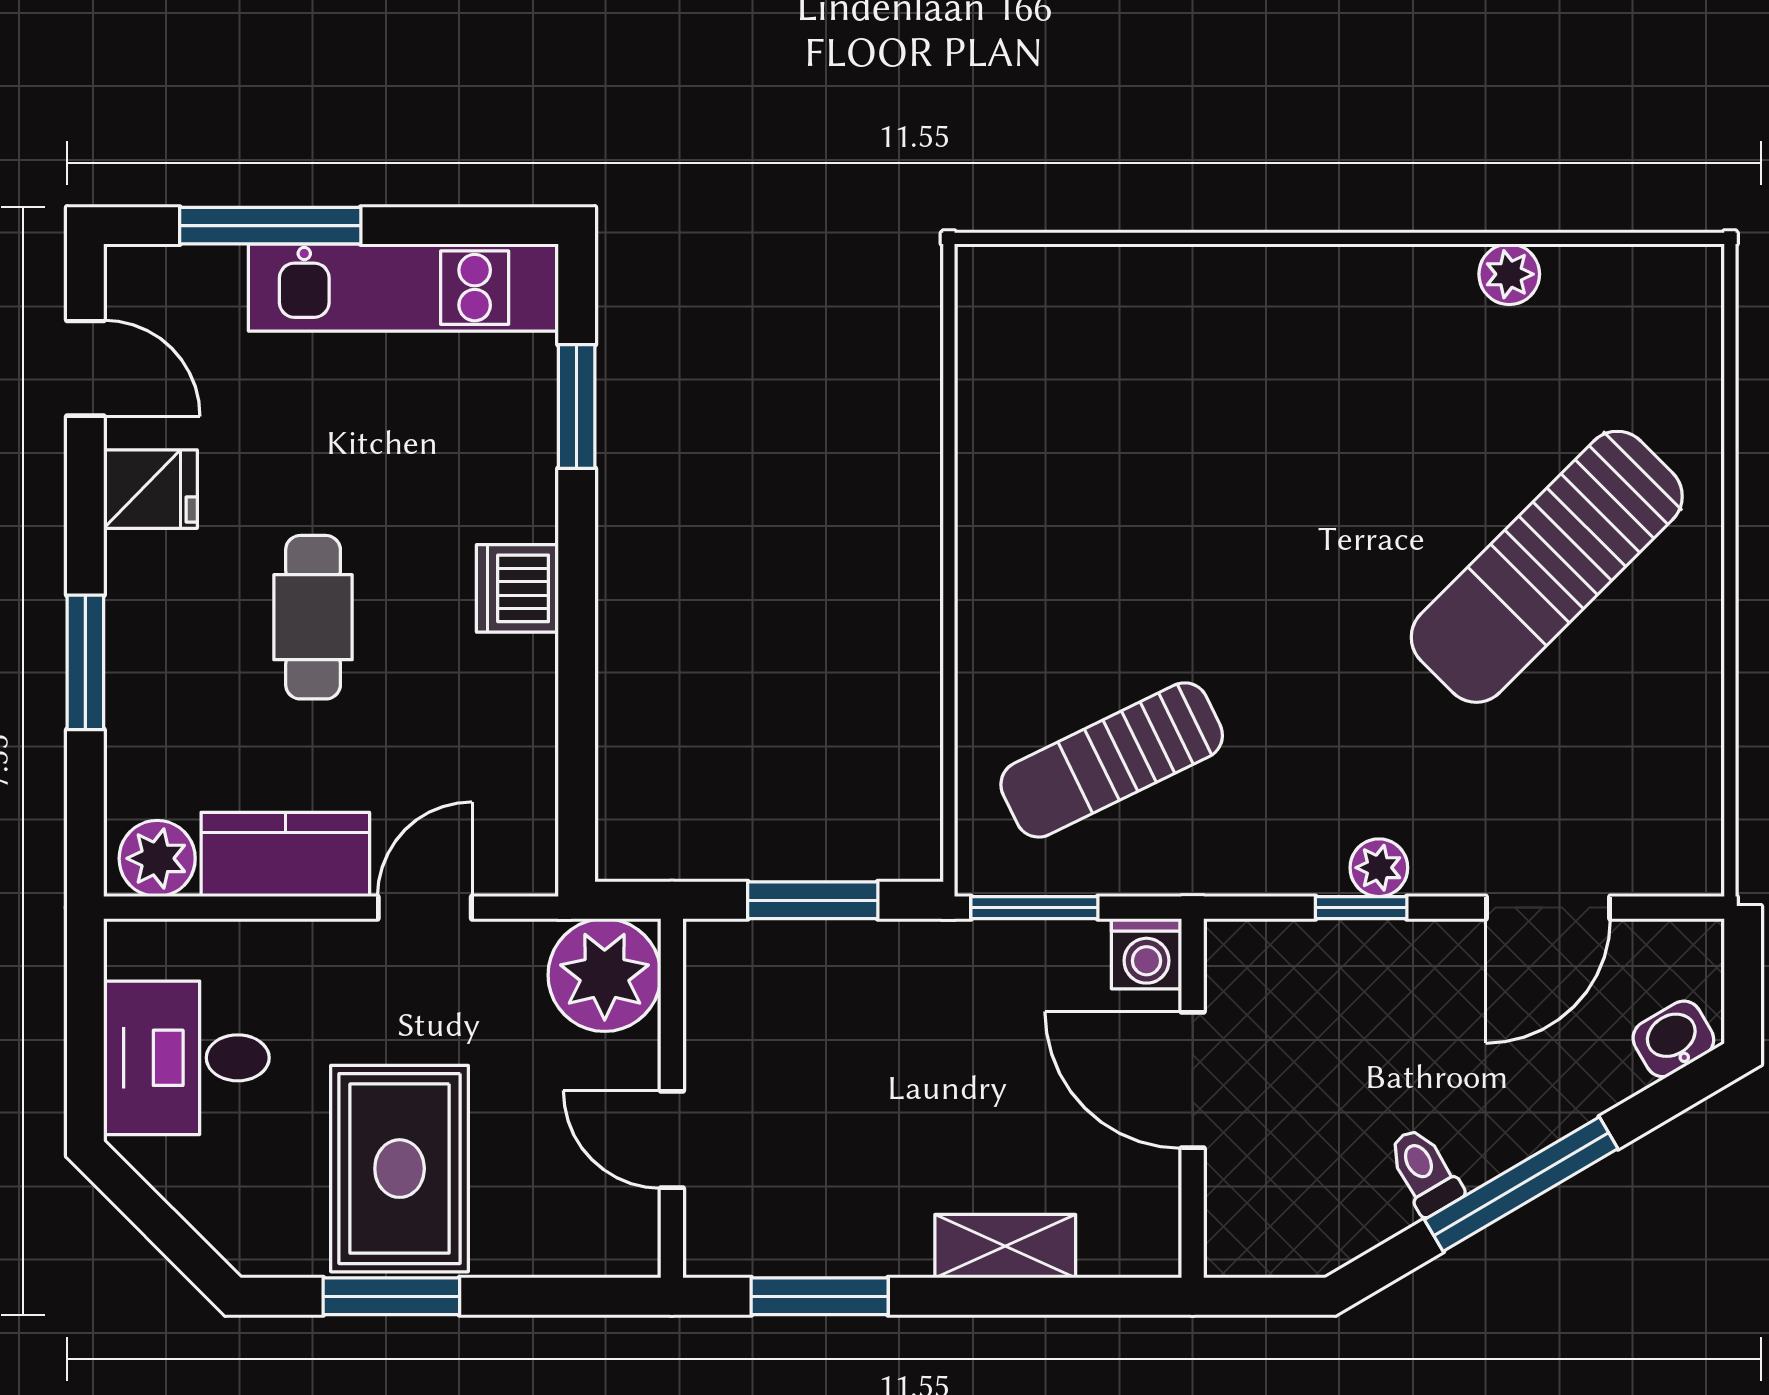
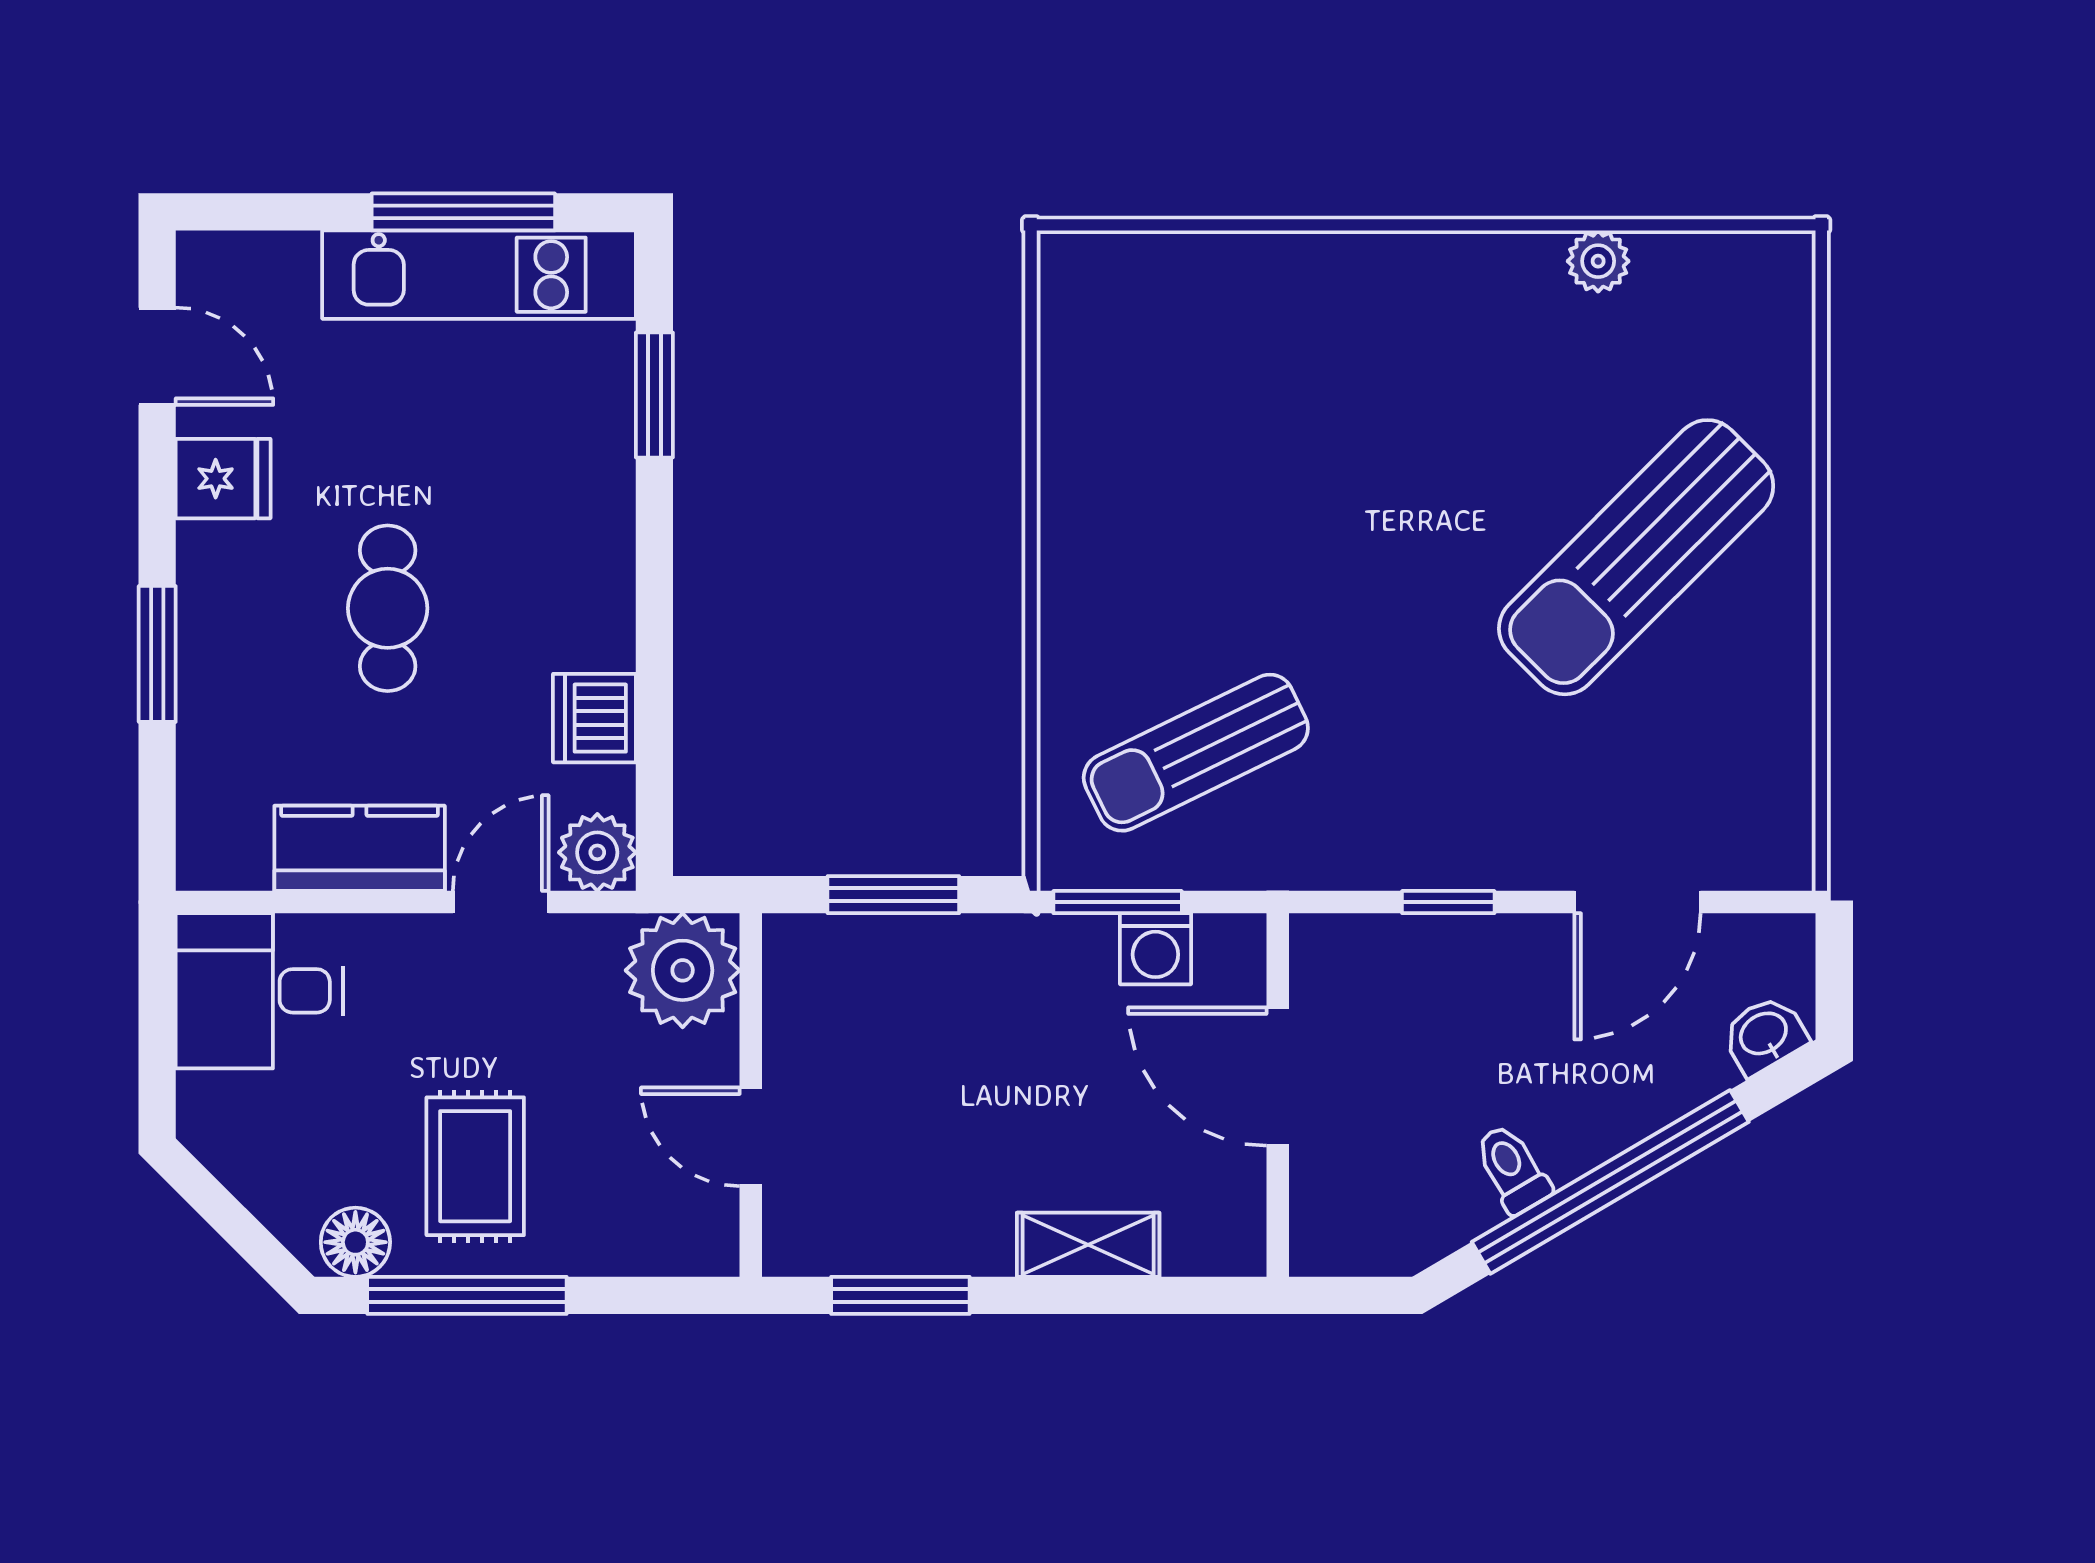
window: (270, 226) -> (463, 212), moved
dishwasher: (517, 588) -> (594, 718), moved
plant: (157, 858) -> (597, 852), moved
plant: (1379, 868) -> (1466, 862), removed
washing machine: (1146, 954) -> (1155, 949), moved
desk: (186, 1058) -> (259, 991), moved
rug: (400, 1169) -> (475, 1166), width x0.73, depth x0.70
window: (1521, 1184) -> (1610, 1182), width x1.46
floor lamp: (281, 1244) -> (355, 1242), added
window: (391, 1296) -> (467, 1295), width x1.44

